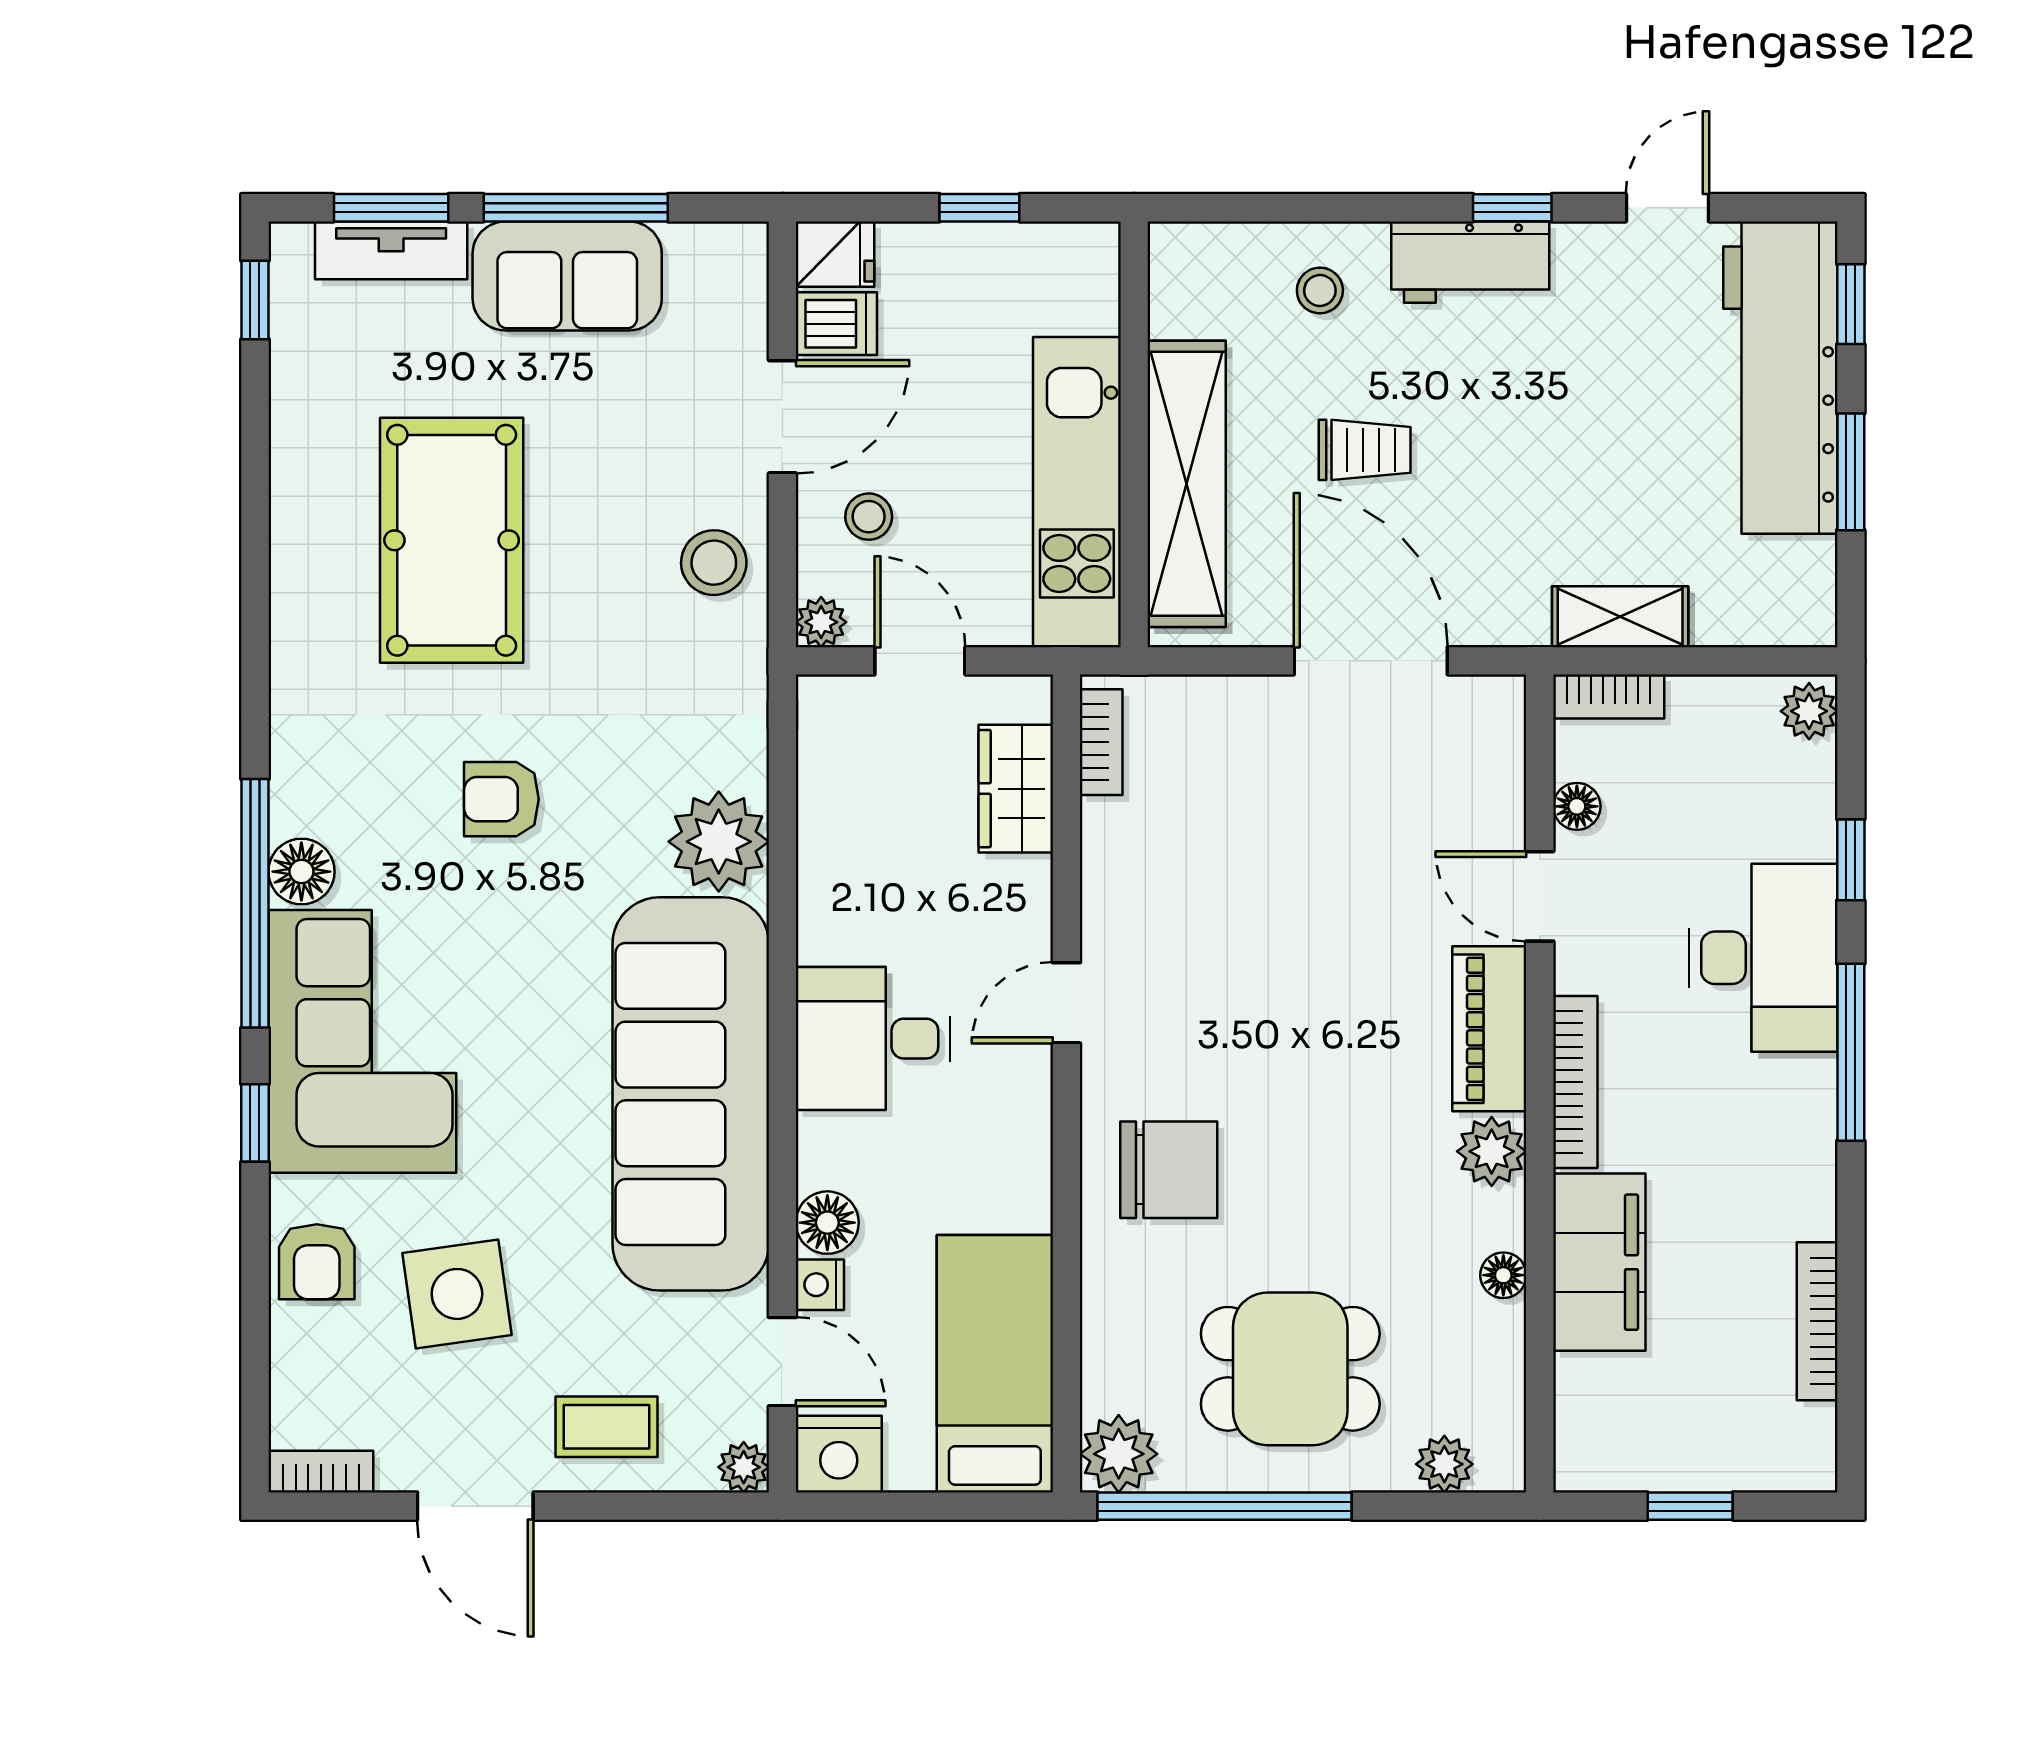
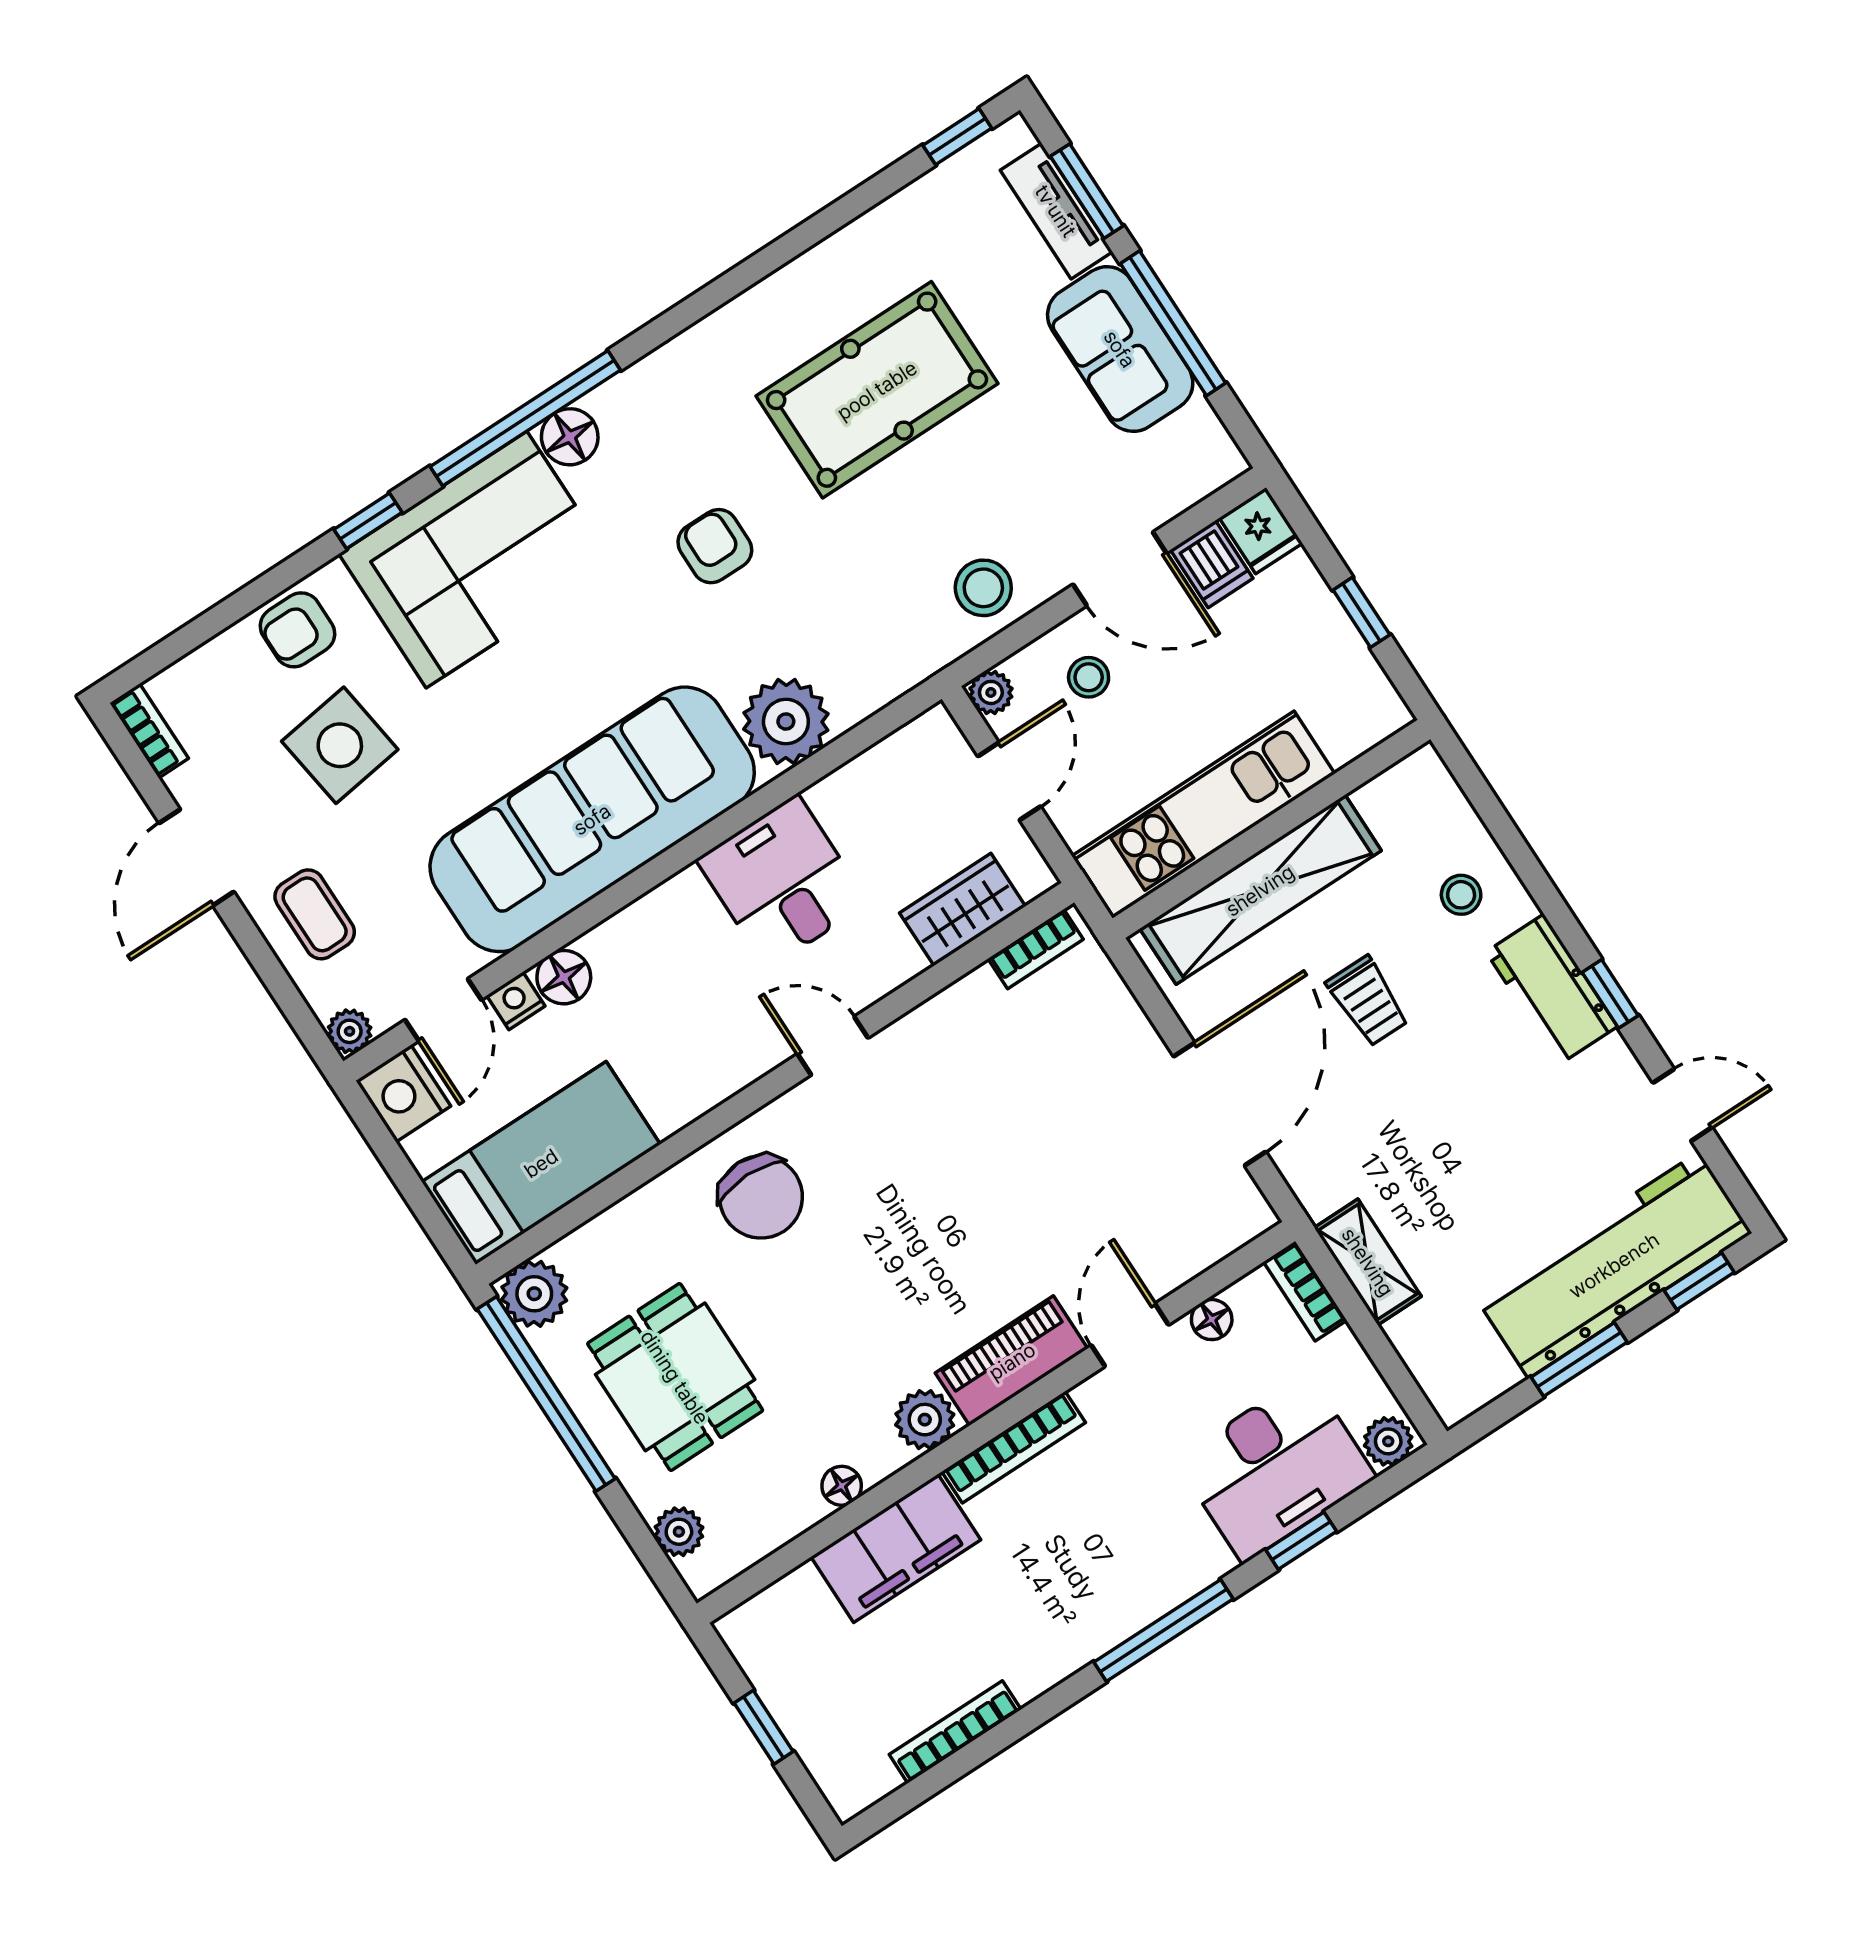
desk: (1763, 958) -> (1275, 1468), moved
desk: (873, 1039) -> (782, 881), moved

